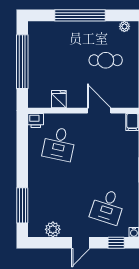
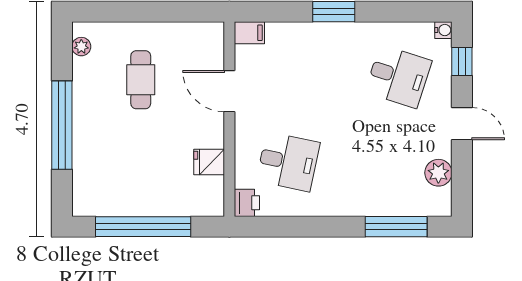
door: (99, 111) -> (229, 91), hinge flipped

